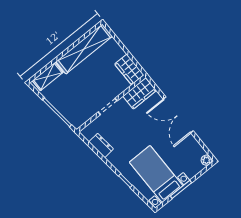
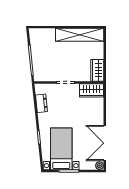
shelving: (48, 76) -> (43, 34), removed
double door: (178, 115) -> (105, 143), moved

